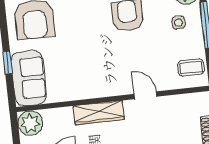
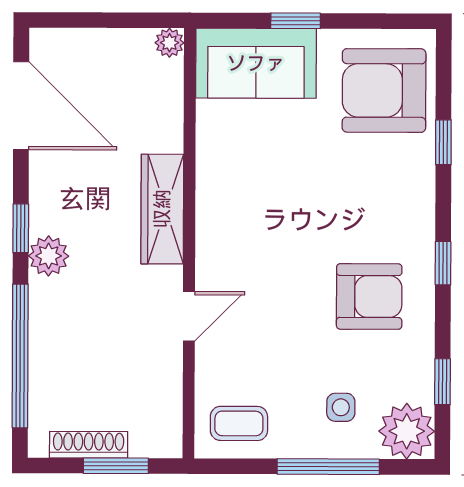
coffee table: (191, 67) -> (239, 423), turned 90
plant: (30, 123) -> (169, 43), width x0.53, depth x0.53

